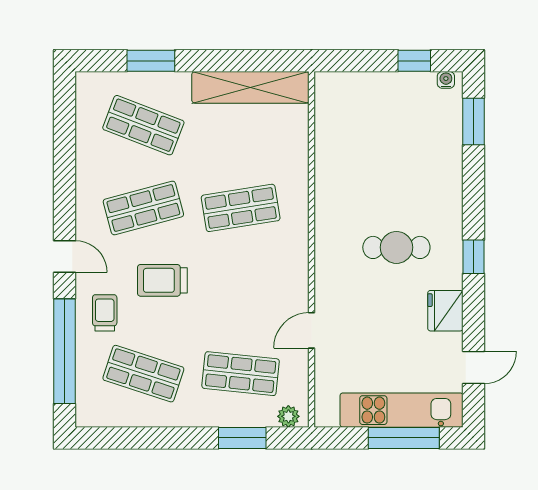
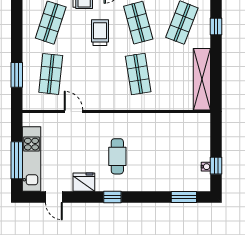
window: (151, 61) -> (216, 27), width x0.67
water cooler: (446, 80) -> (206, 167), moved
plant: (288, 416) -> (28, 99), removed

